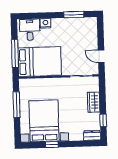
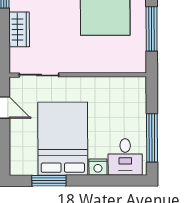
window: (15, 54) -> (152, 138), moved
bed: (40, 62) -> (63, 139), moved, turned 90

